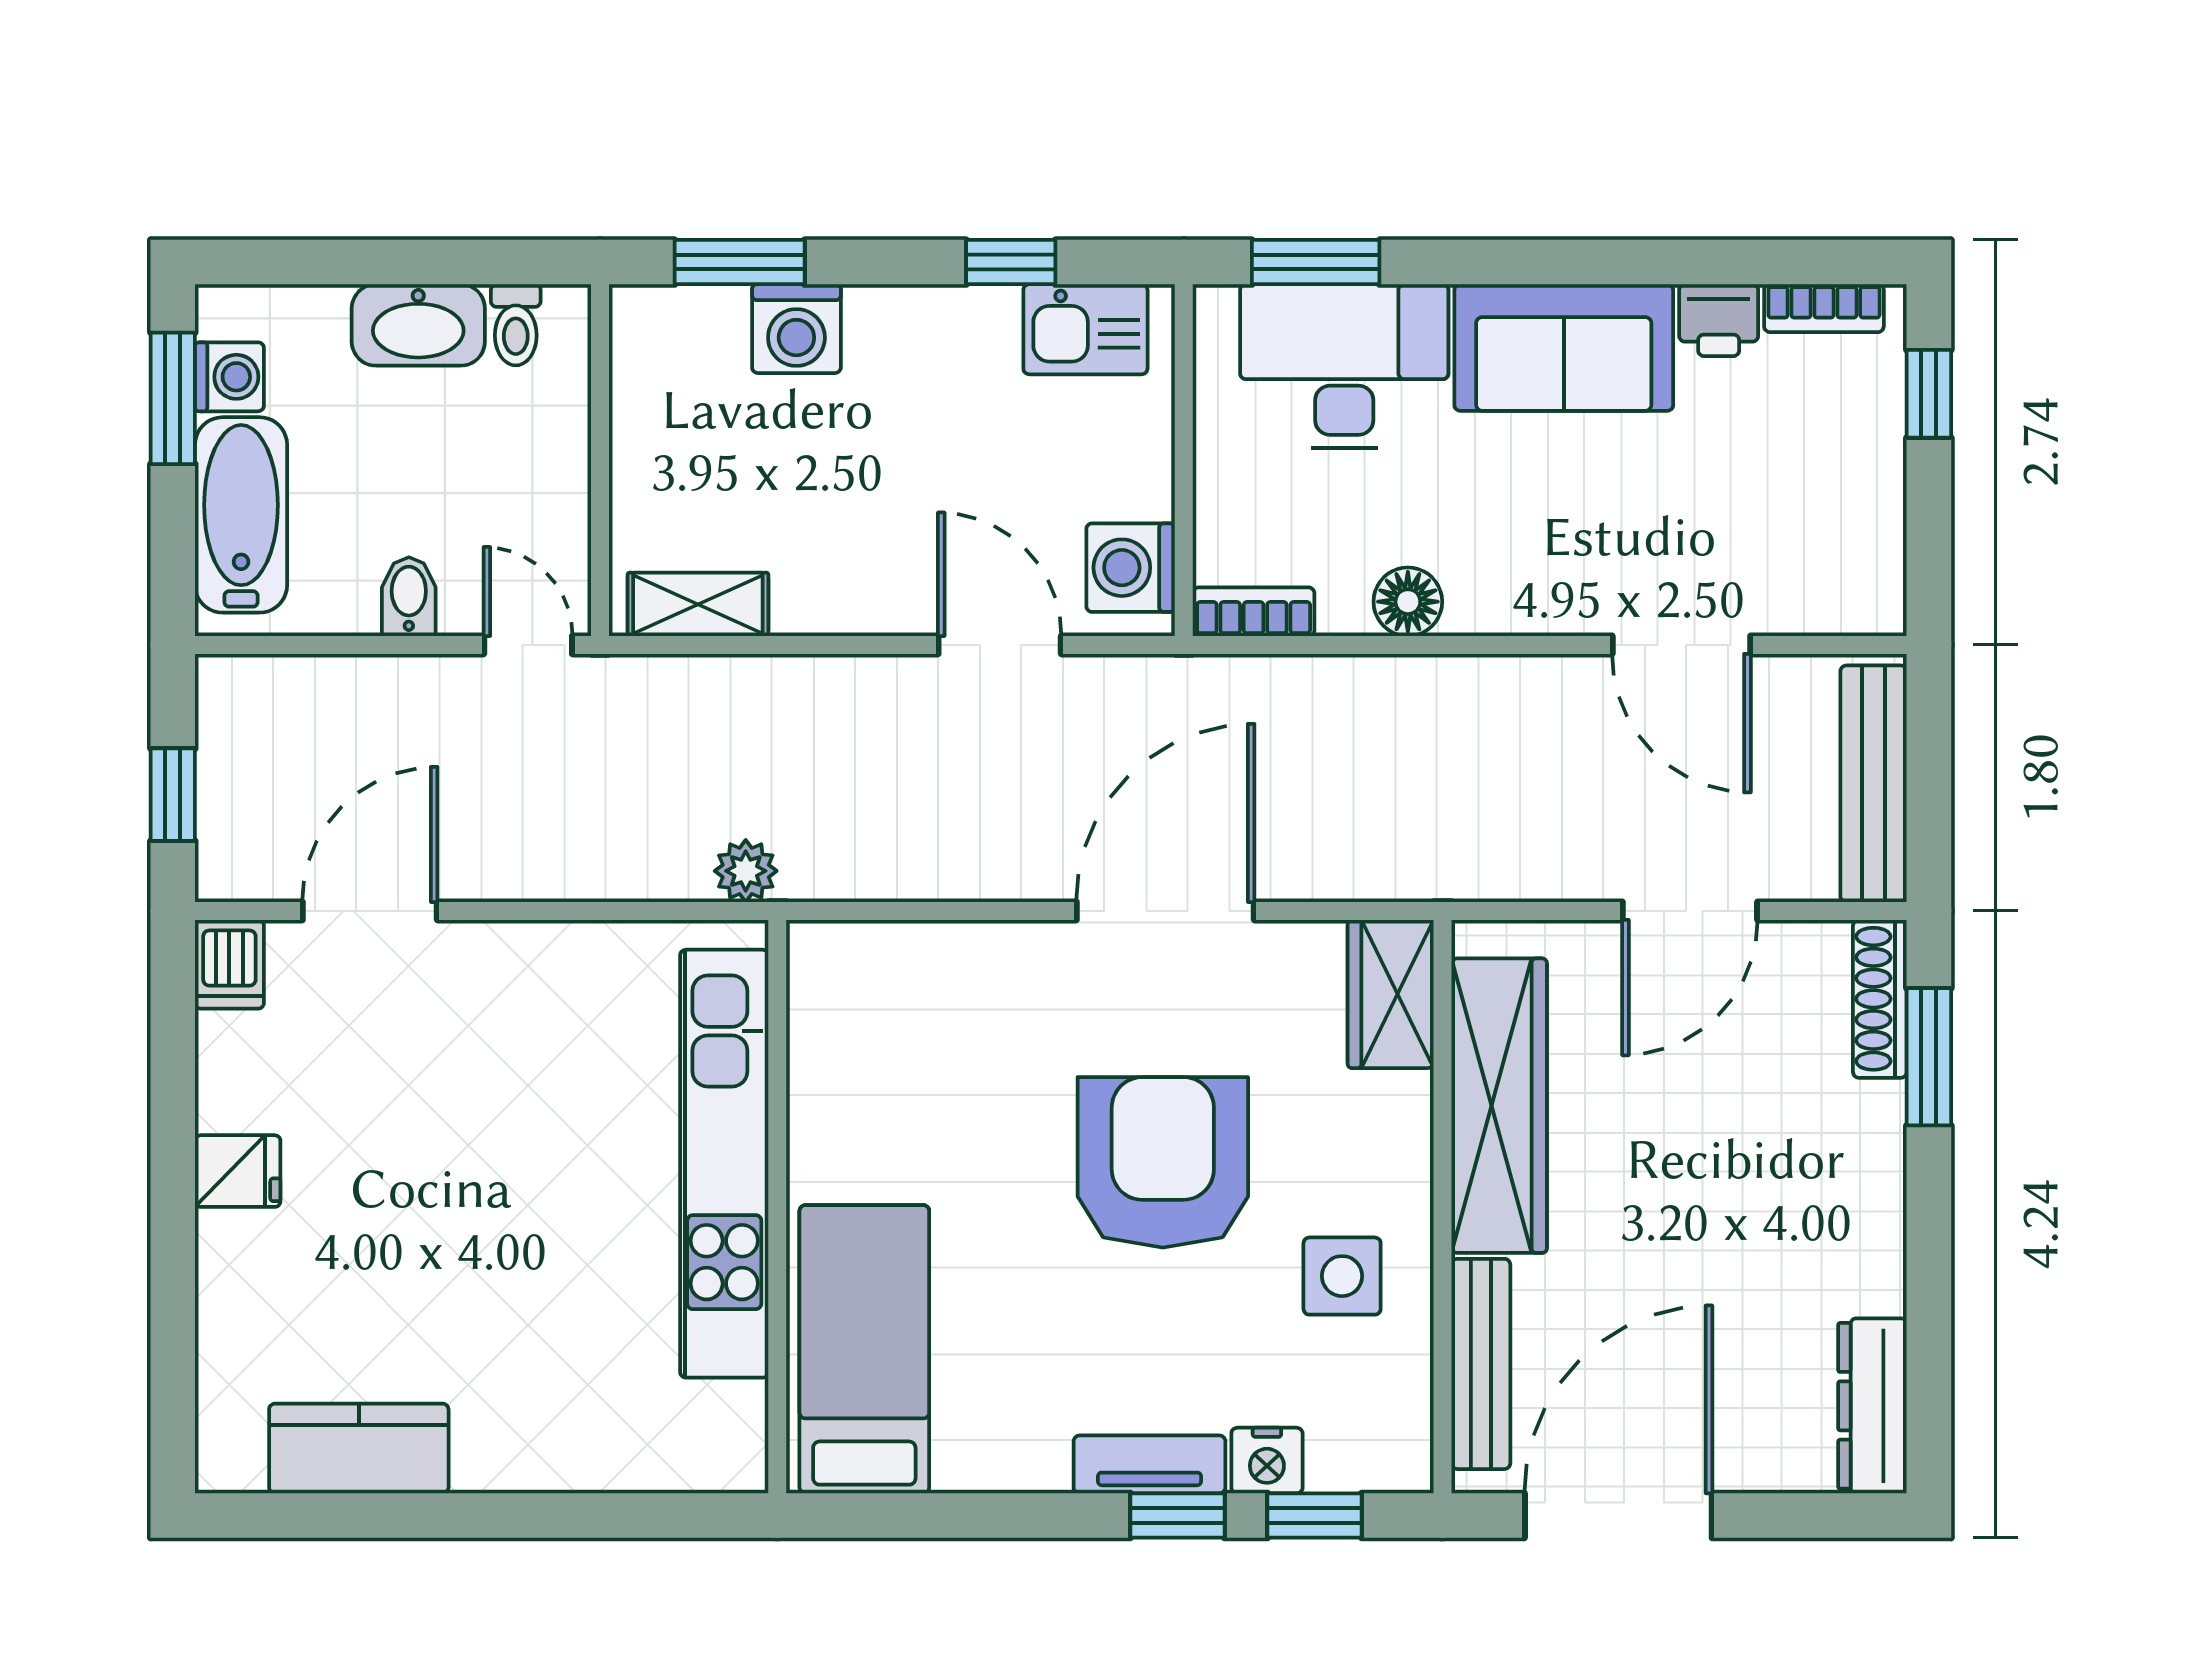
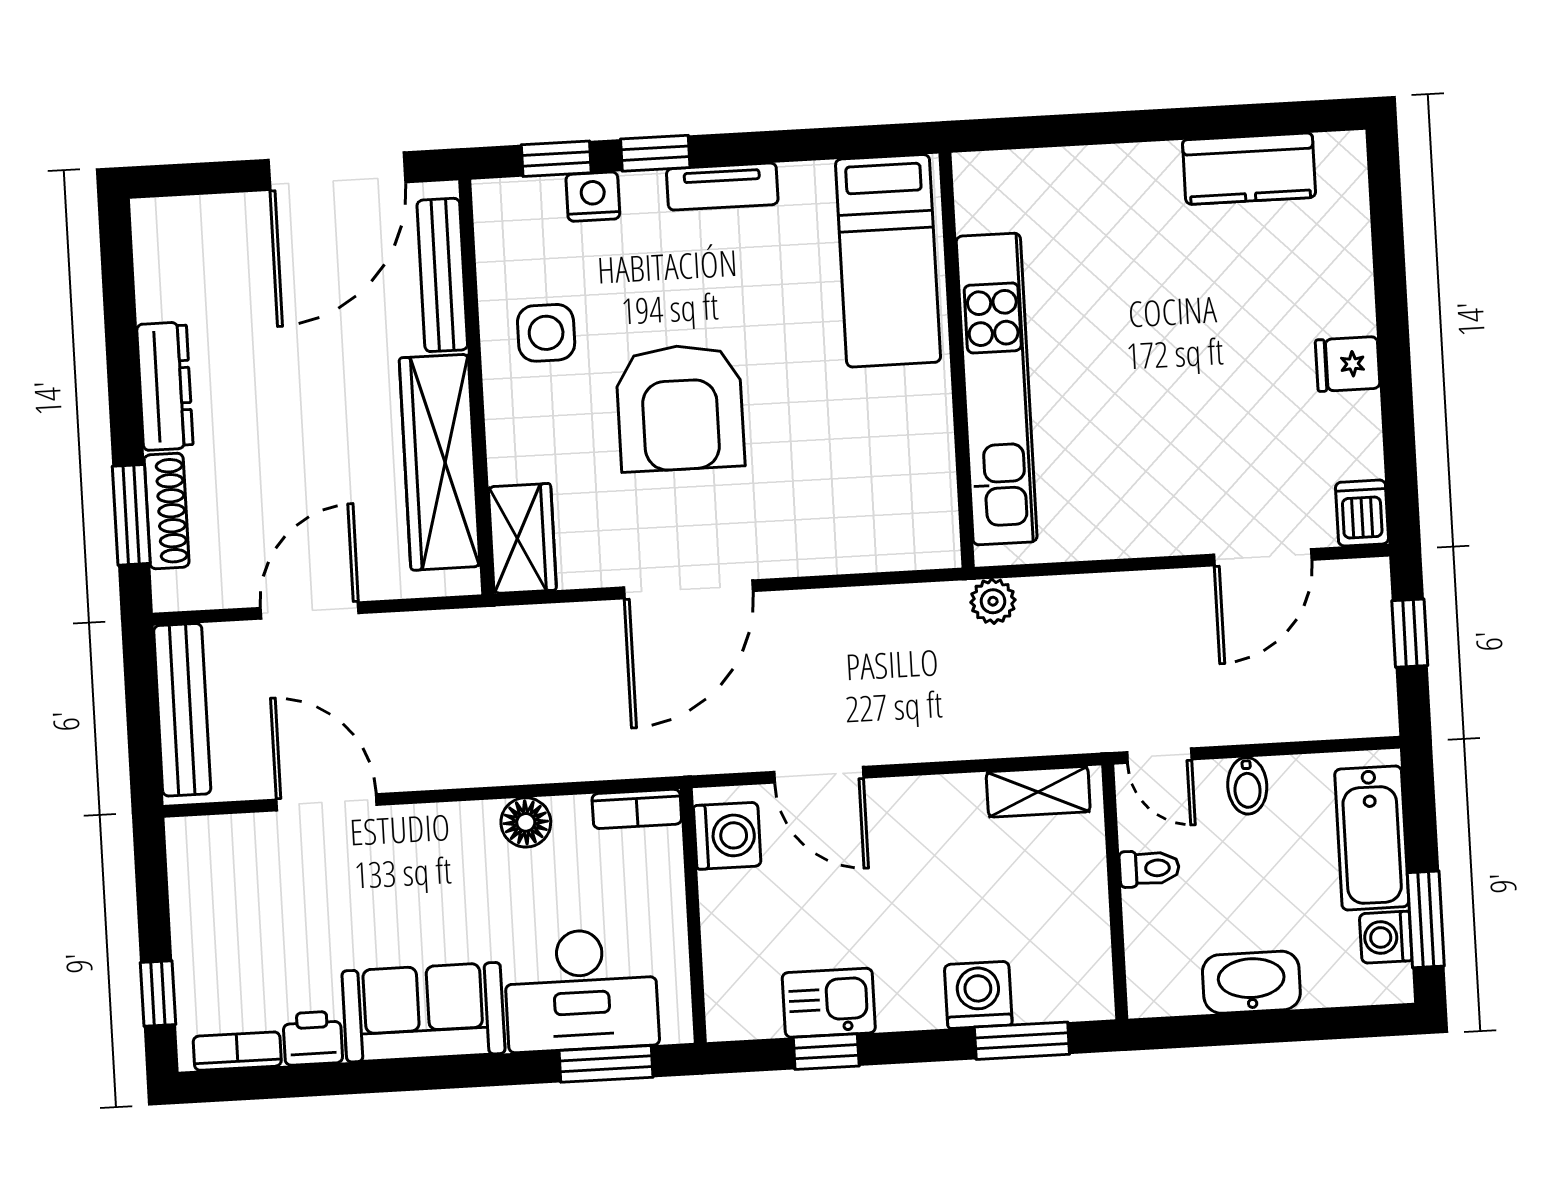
toilet: (516, 325) -> (1149, 868), moved, turned 90
kitchen sink: (1085, 329) -> (829, 1003), moved
shoe rack: (1880, 999) -> (167, 511), moved
dresser: (1872, 1406) -> (165, 386), moved
tv unit: (1149, 1464) -> (722, 187), moved

